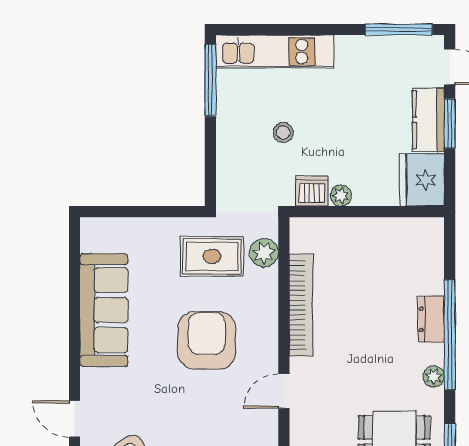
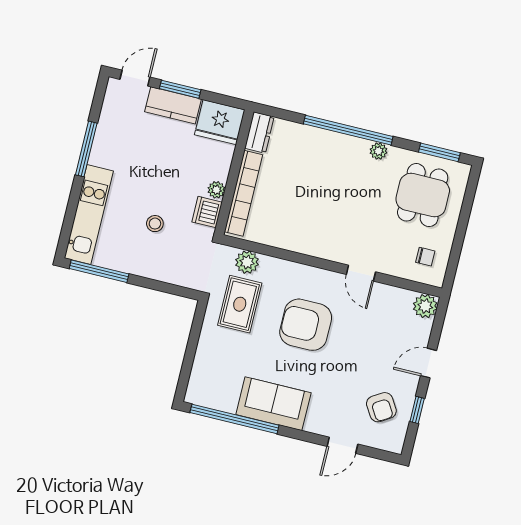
window: (399, 29) -> (86, 149), moved
window: (74, 283) -> (234, 419), added
bookcase: (301, 305) -> (243, 193), moved, turned 90
sofa: (104, 310) -> (273, 404), width x0.73
dresser: (431, 319) -> (259, 133), moved, turned -90

